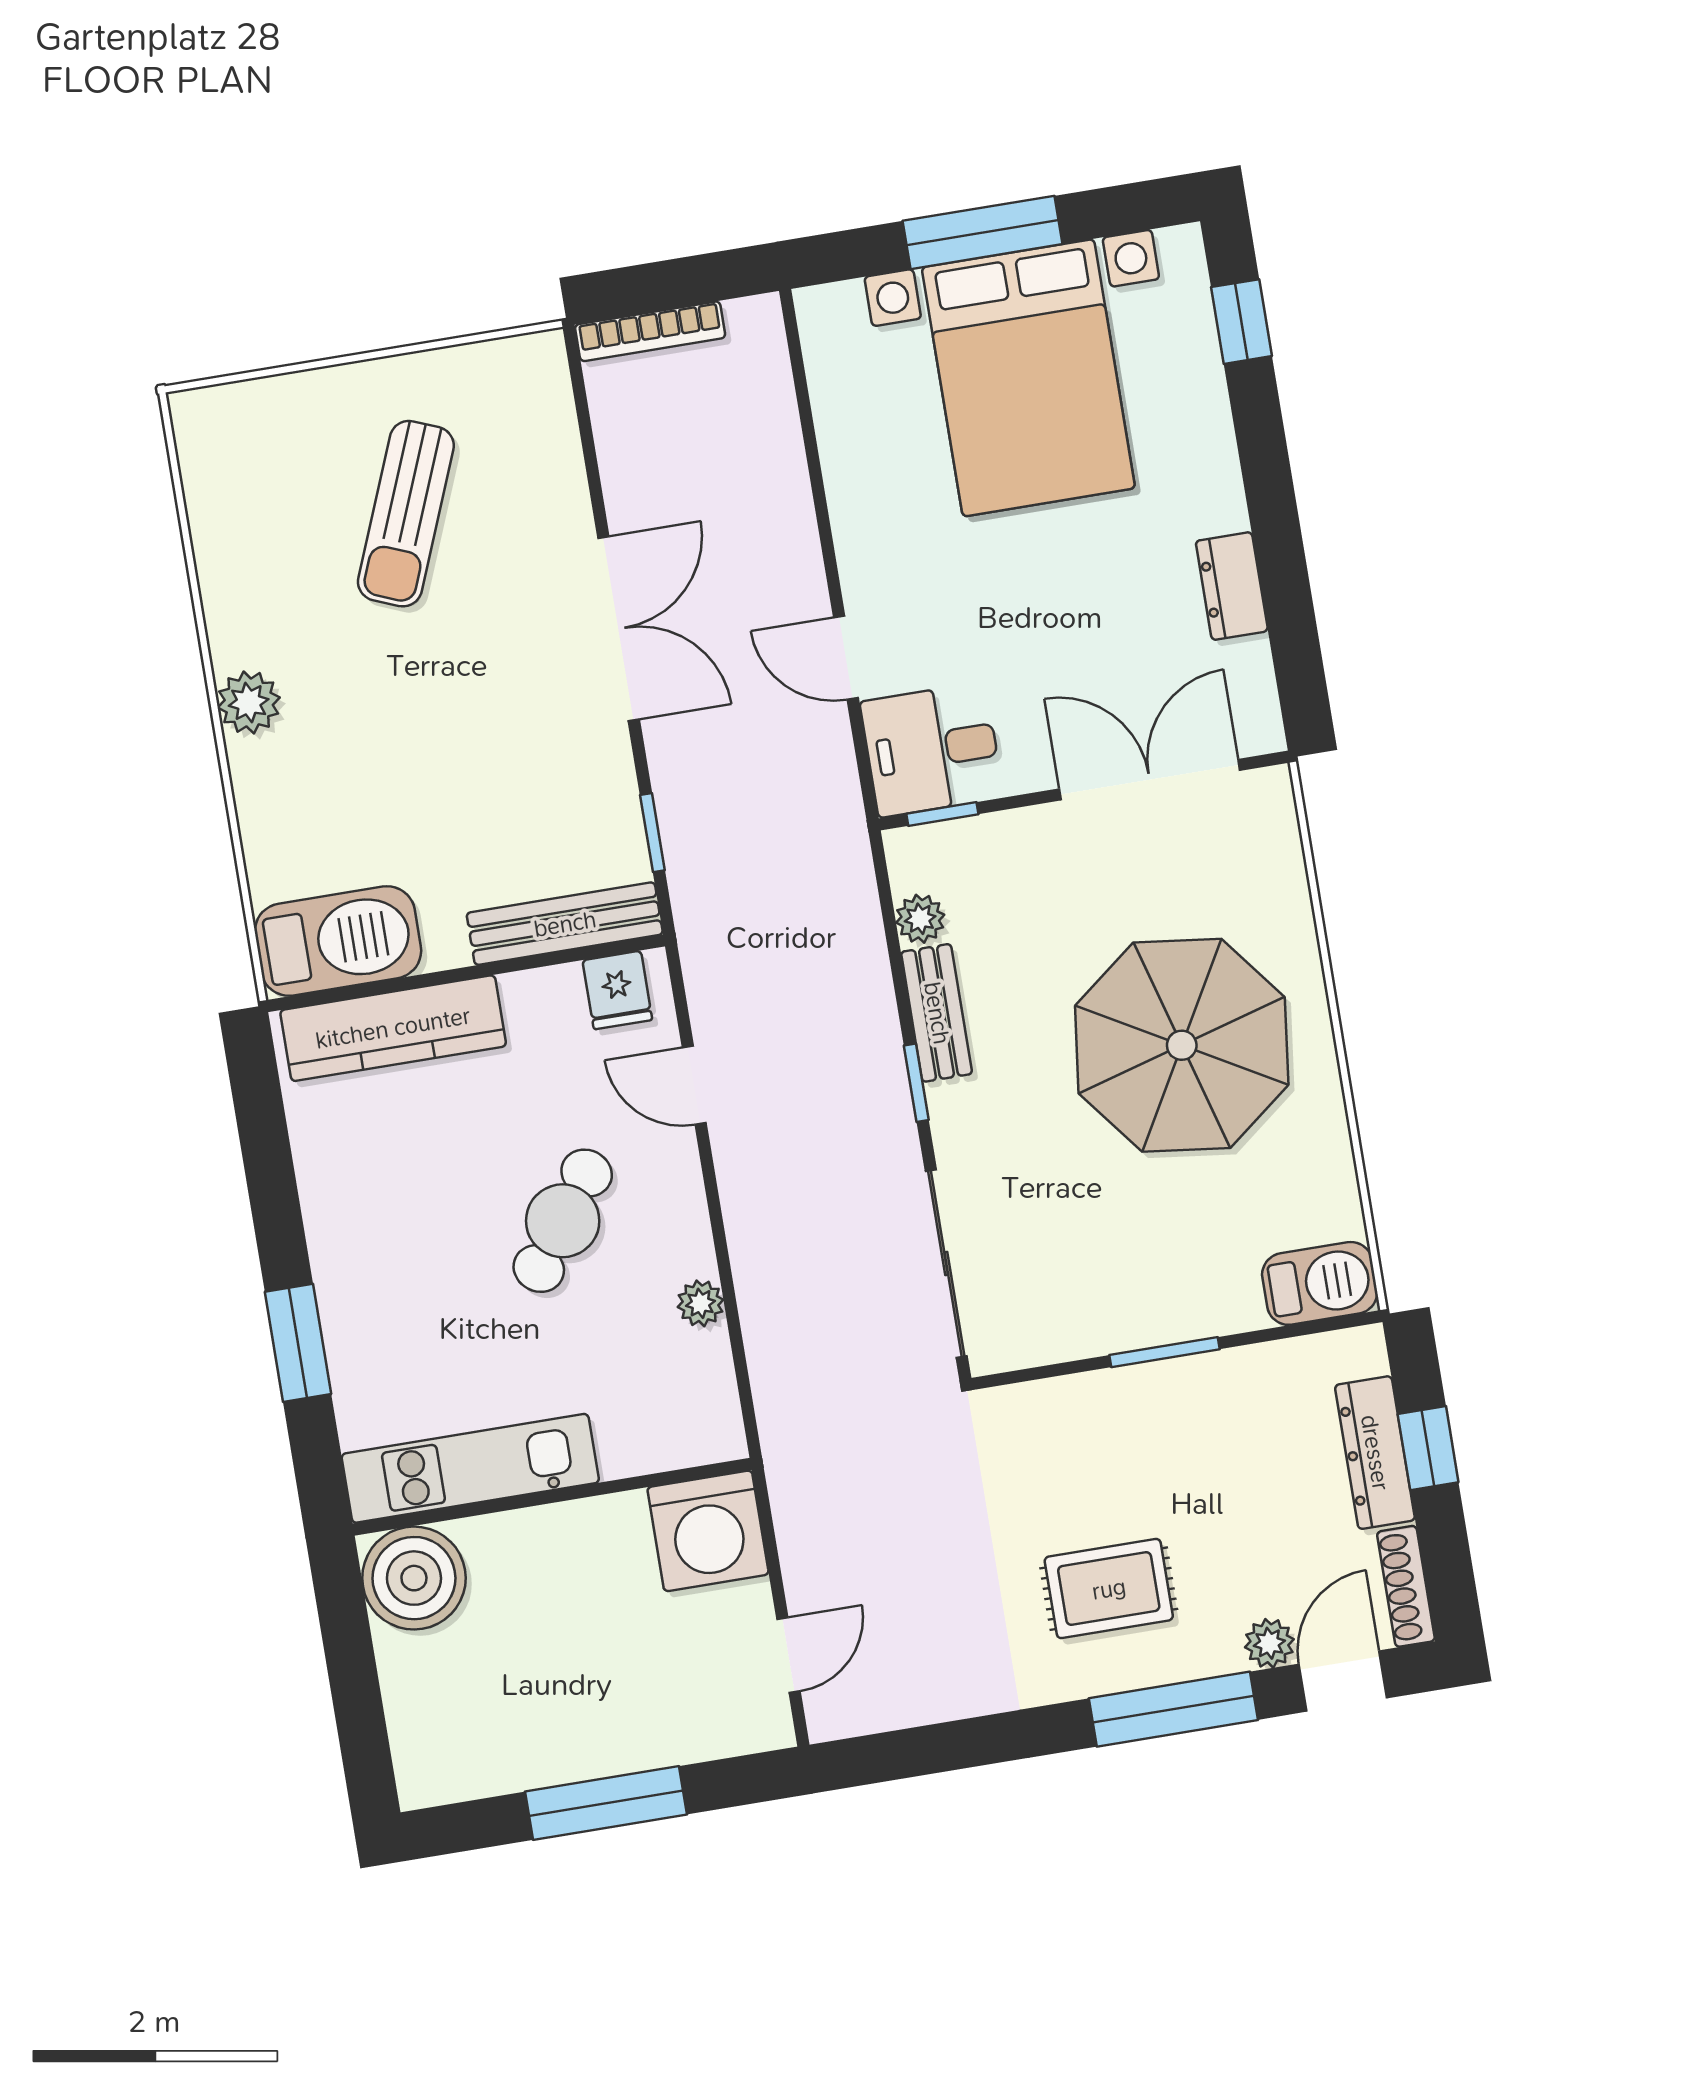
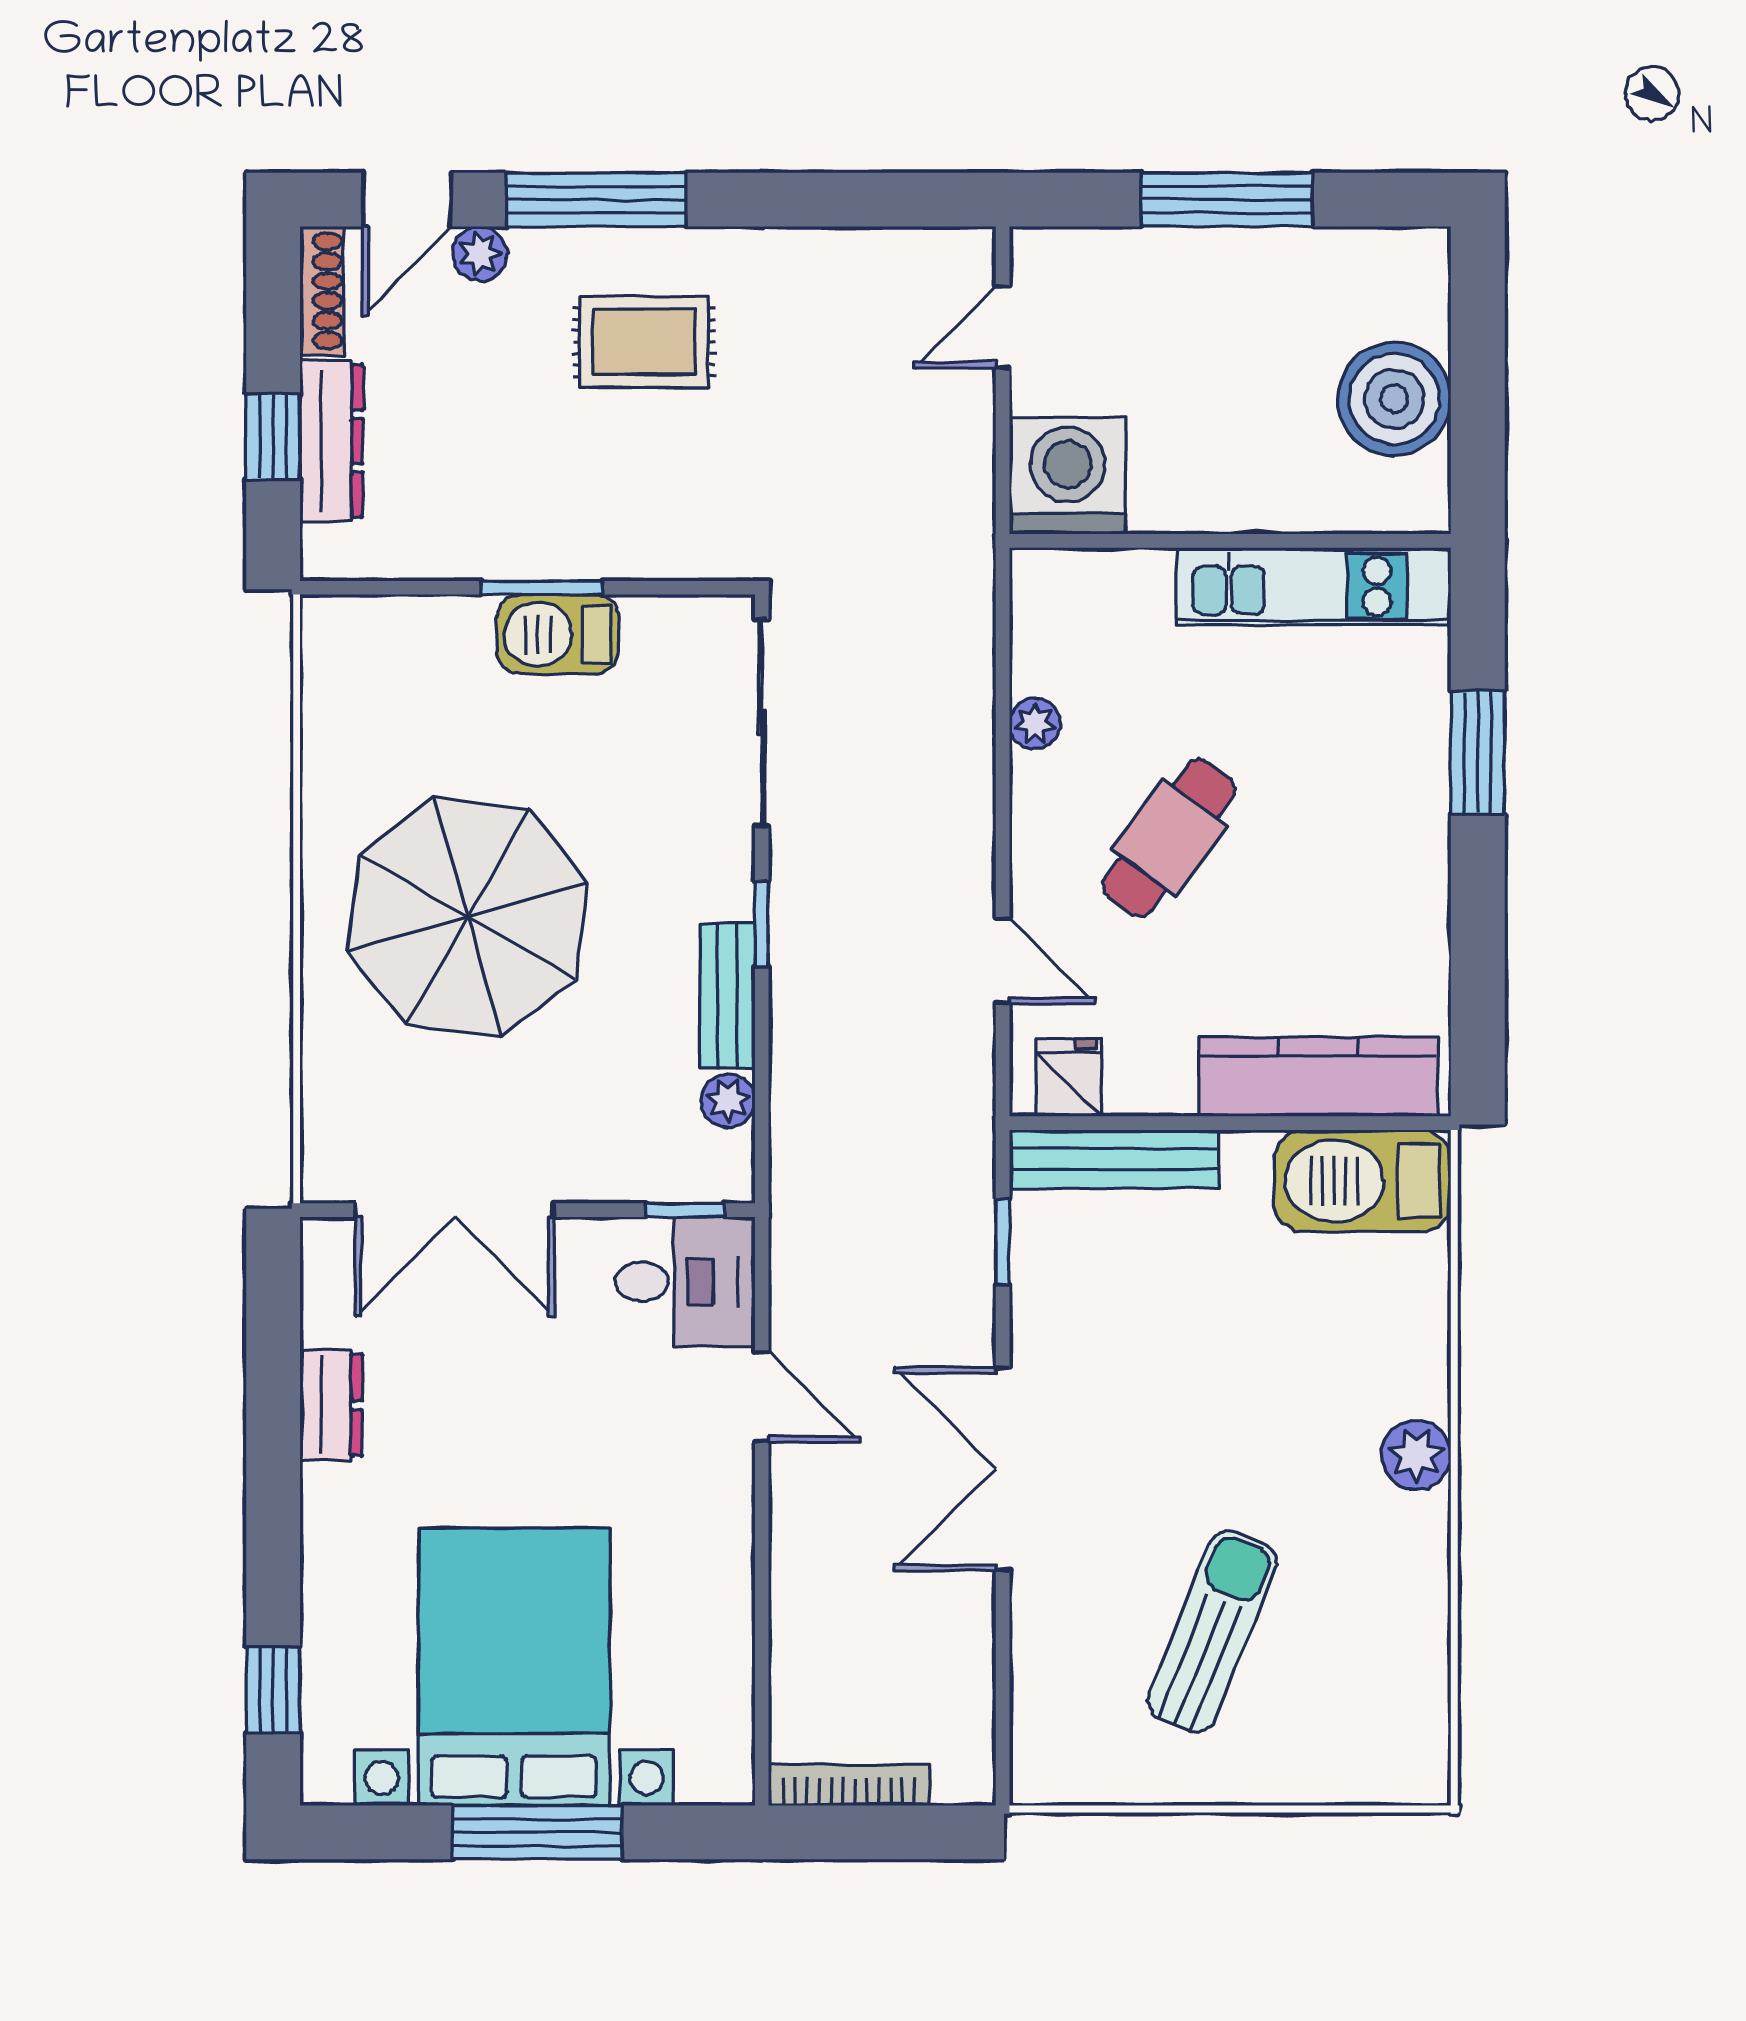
bookcase: (650, 331) -> (849, 1785), moved
barbecue: (1320, 1283) -> (558, 634), moved
boiler: (414, 1578) -> (1394, 399), moved

